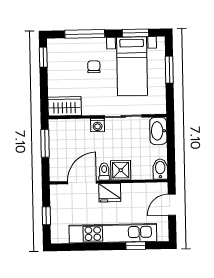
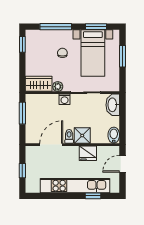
plant: (89, 109) -> (58, 87), added
fridge: (110, 193) -> (88, 153), moved

